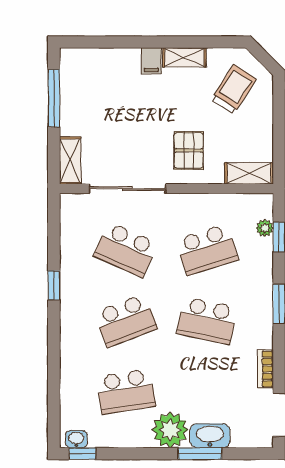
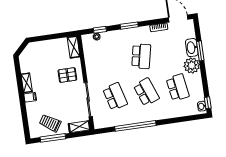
trolley: (234, 89) -> (50, 123), moved
school desk: (126, 250) -> (115, 96), turned -39
school desk: (207, 250) -> (110, 61), removed
window: (54, 285) -> (135, 126), width x3.17

